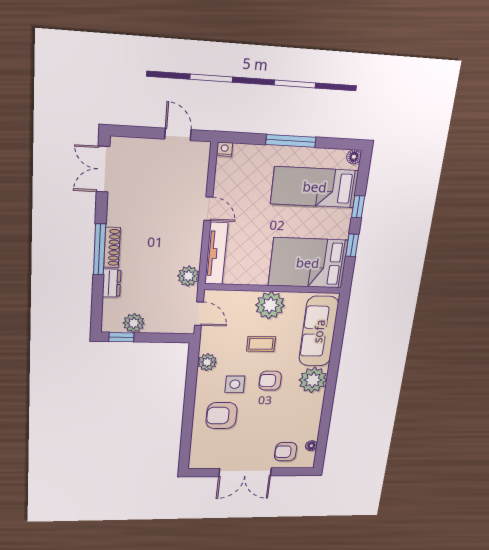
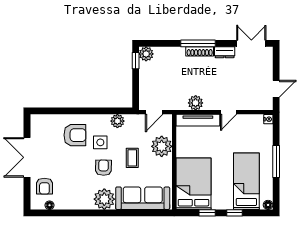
plant: (188, 276) -> (196, 103), moved
dresser: (112, 283) -> (225, 52), moved
plant: (270, 305) -> (162, 146), moved
plant: (134, 323) -> (146, 54), moved
armchair: (221, 416) -> (75, 135), turned 90
armchair: (286, 452) -> (44, 186), turned 180

